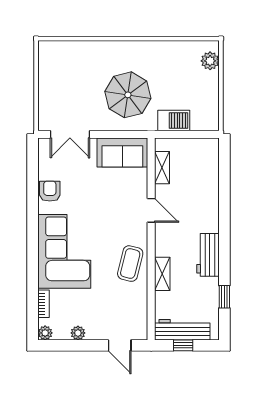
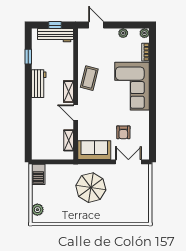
barbecue: (174, 121) -> (38, 174), moved, turned -90
armchair: (50, 191) -> (123, 132), moved
shelving: (162, 274) -> (69, 92), moved

